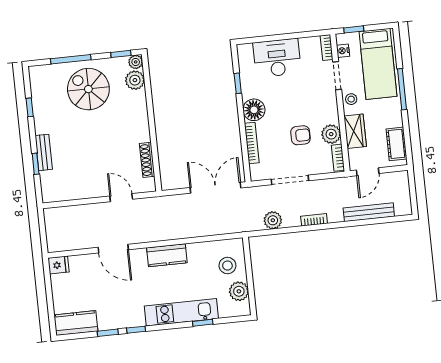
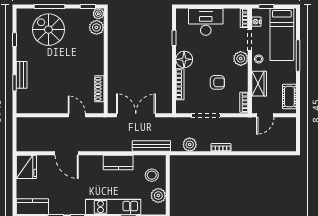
spiral stairs: (88, 89) -> (48, 30), moved
plant: (331, 134) -> (241, 58), moved
double door: (215, 188) -> (136, 115), moved
bench: (369, 212) -> (151, 146), moved
kitchen counter: (167, 255) -> (118, 163), moved
fridge: (59, 265) -> (26, 167), width x1.88, depth x1.34

